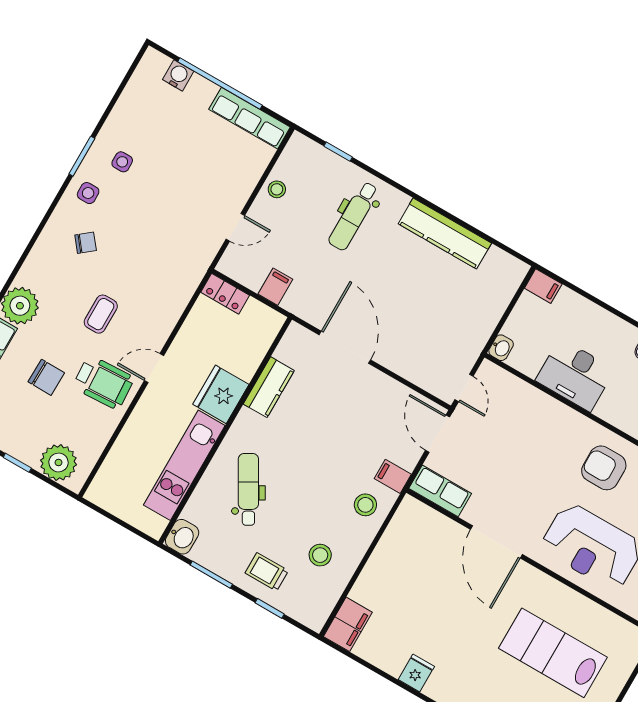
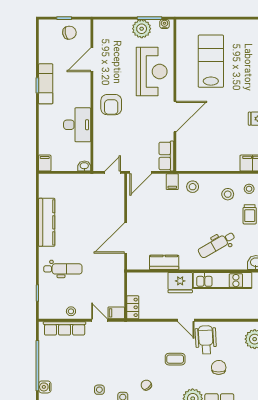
row of seats: (250, 118) -> (65, 328), moved, turned 90
filing cabinet: (275, 287) -> (116, 313), moved
armchair: (604, 468) -> (111, 105), moved
stool: (309, 595) -> (249, 189), added
lab bench: (553, 653) -> (211, 61), turned 180

